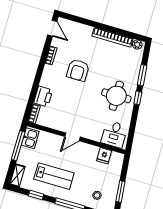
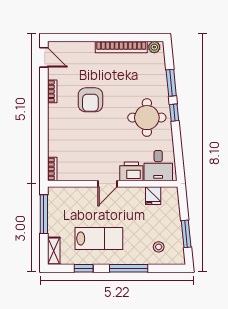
printer: (43, 96) -> (131, 171), moved, turned -90
kitchen sink: (30, 138) -> (56, 201), removed

